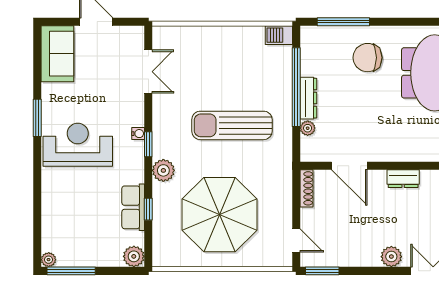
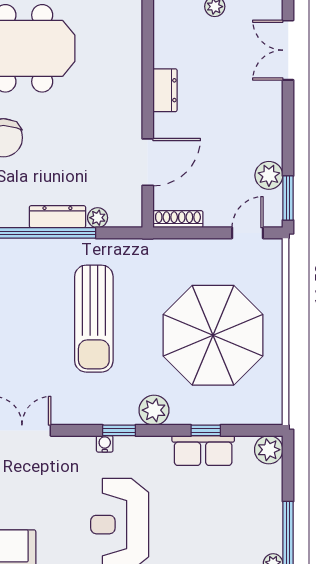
plant: (391, 257) -> (269, 175), moved

